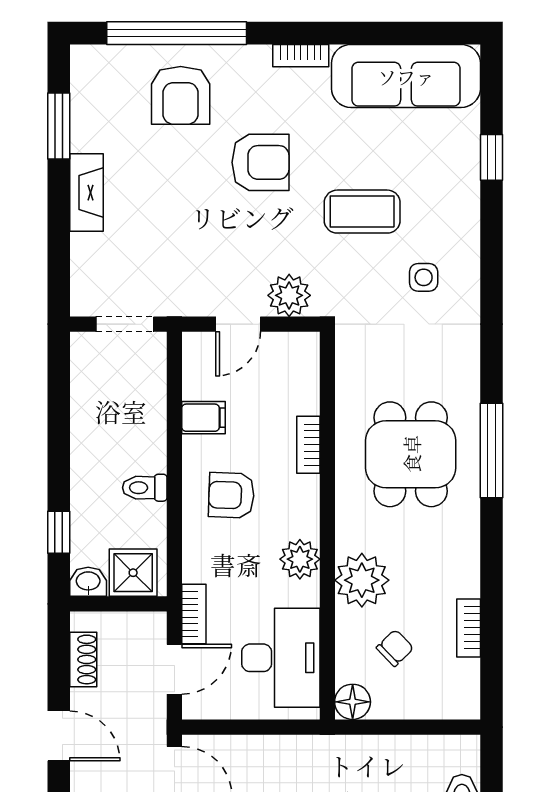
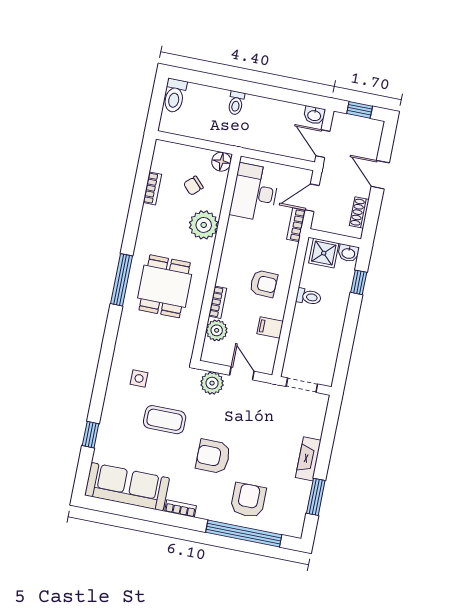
door: (238, 324) -> (242, 373), hinge flipped
plant: (300, 559) -> (217, 330), moved

